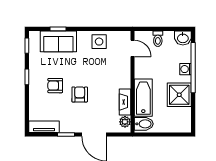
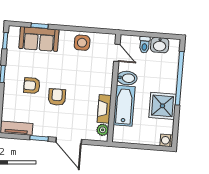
washbasin: (183, 38) -> (160, 45), moved
washing machine: (185, 69) -> (166, 140), moved
bidet: (144, 124) -> (127, 78), moved

